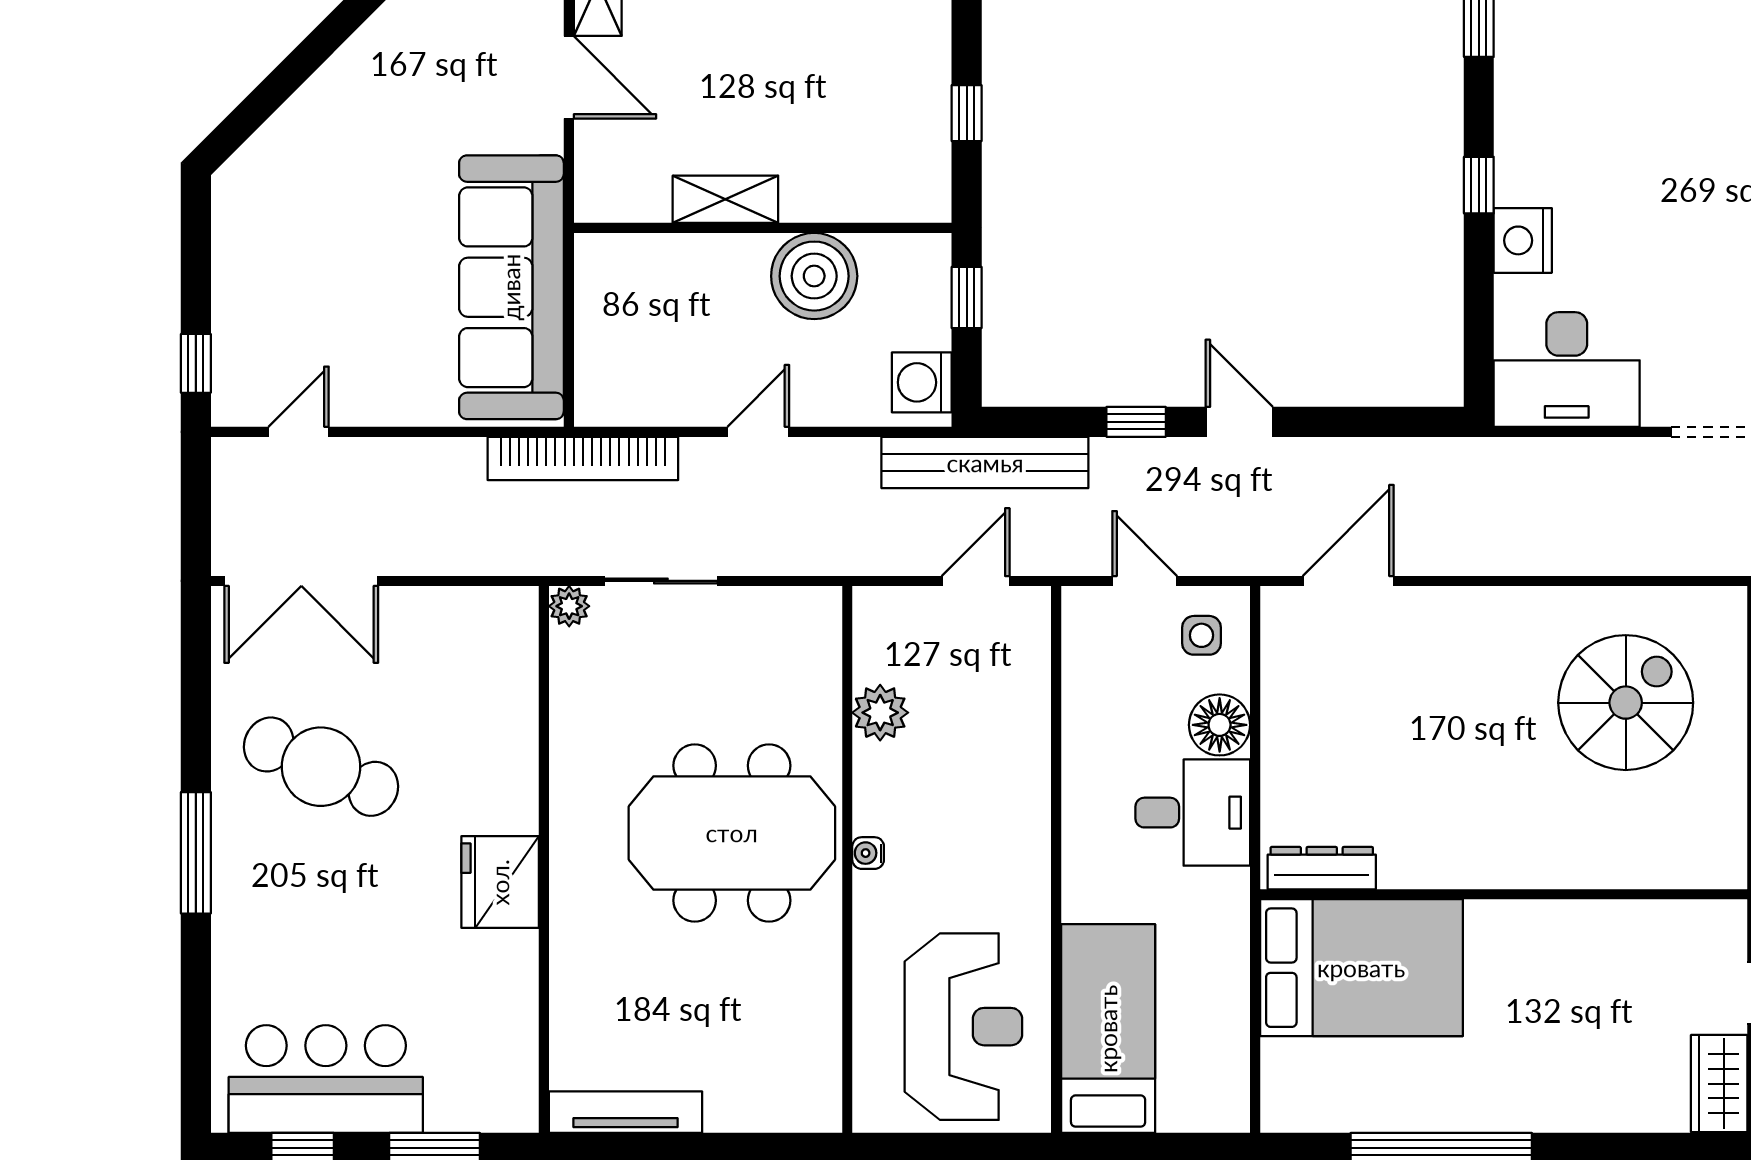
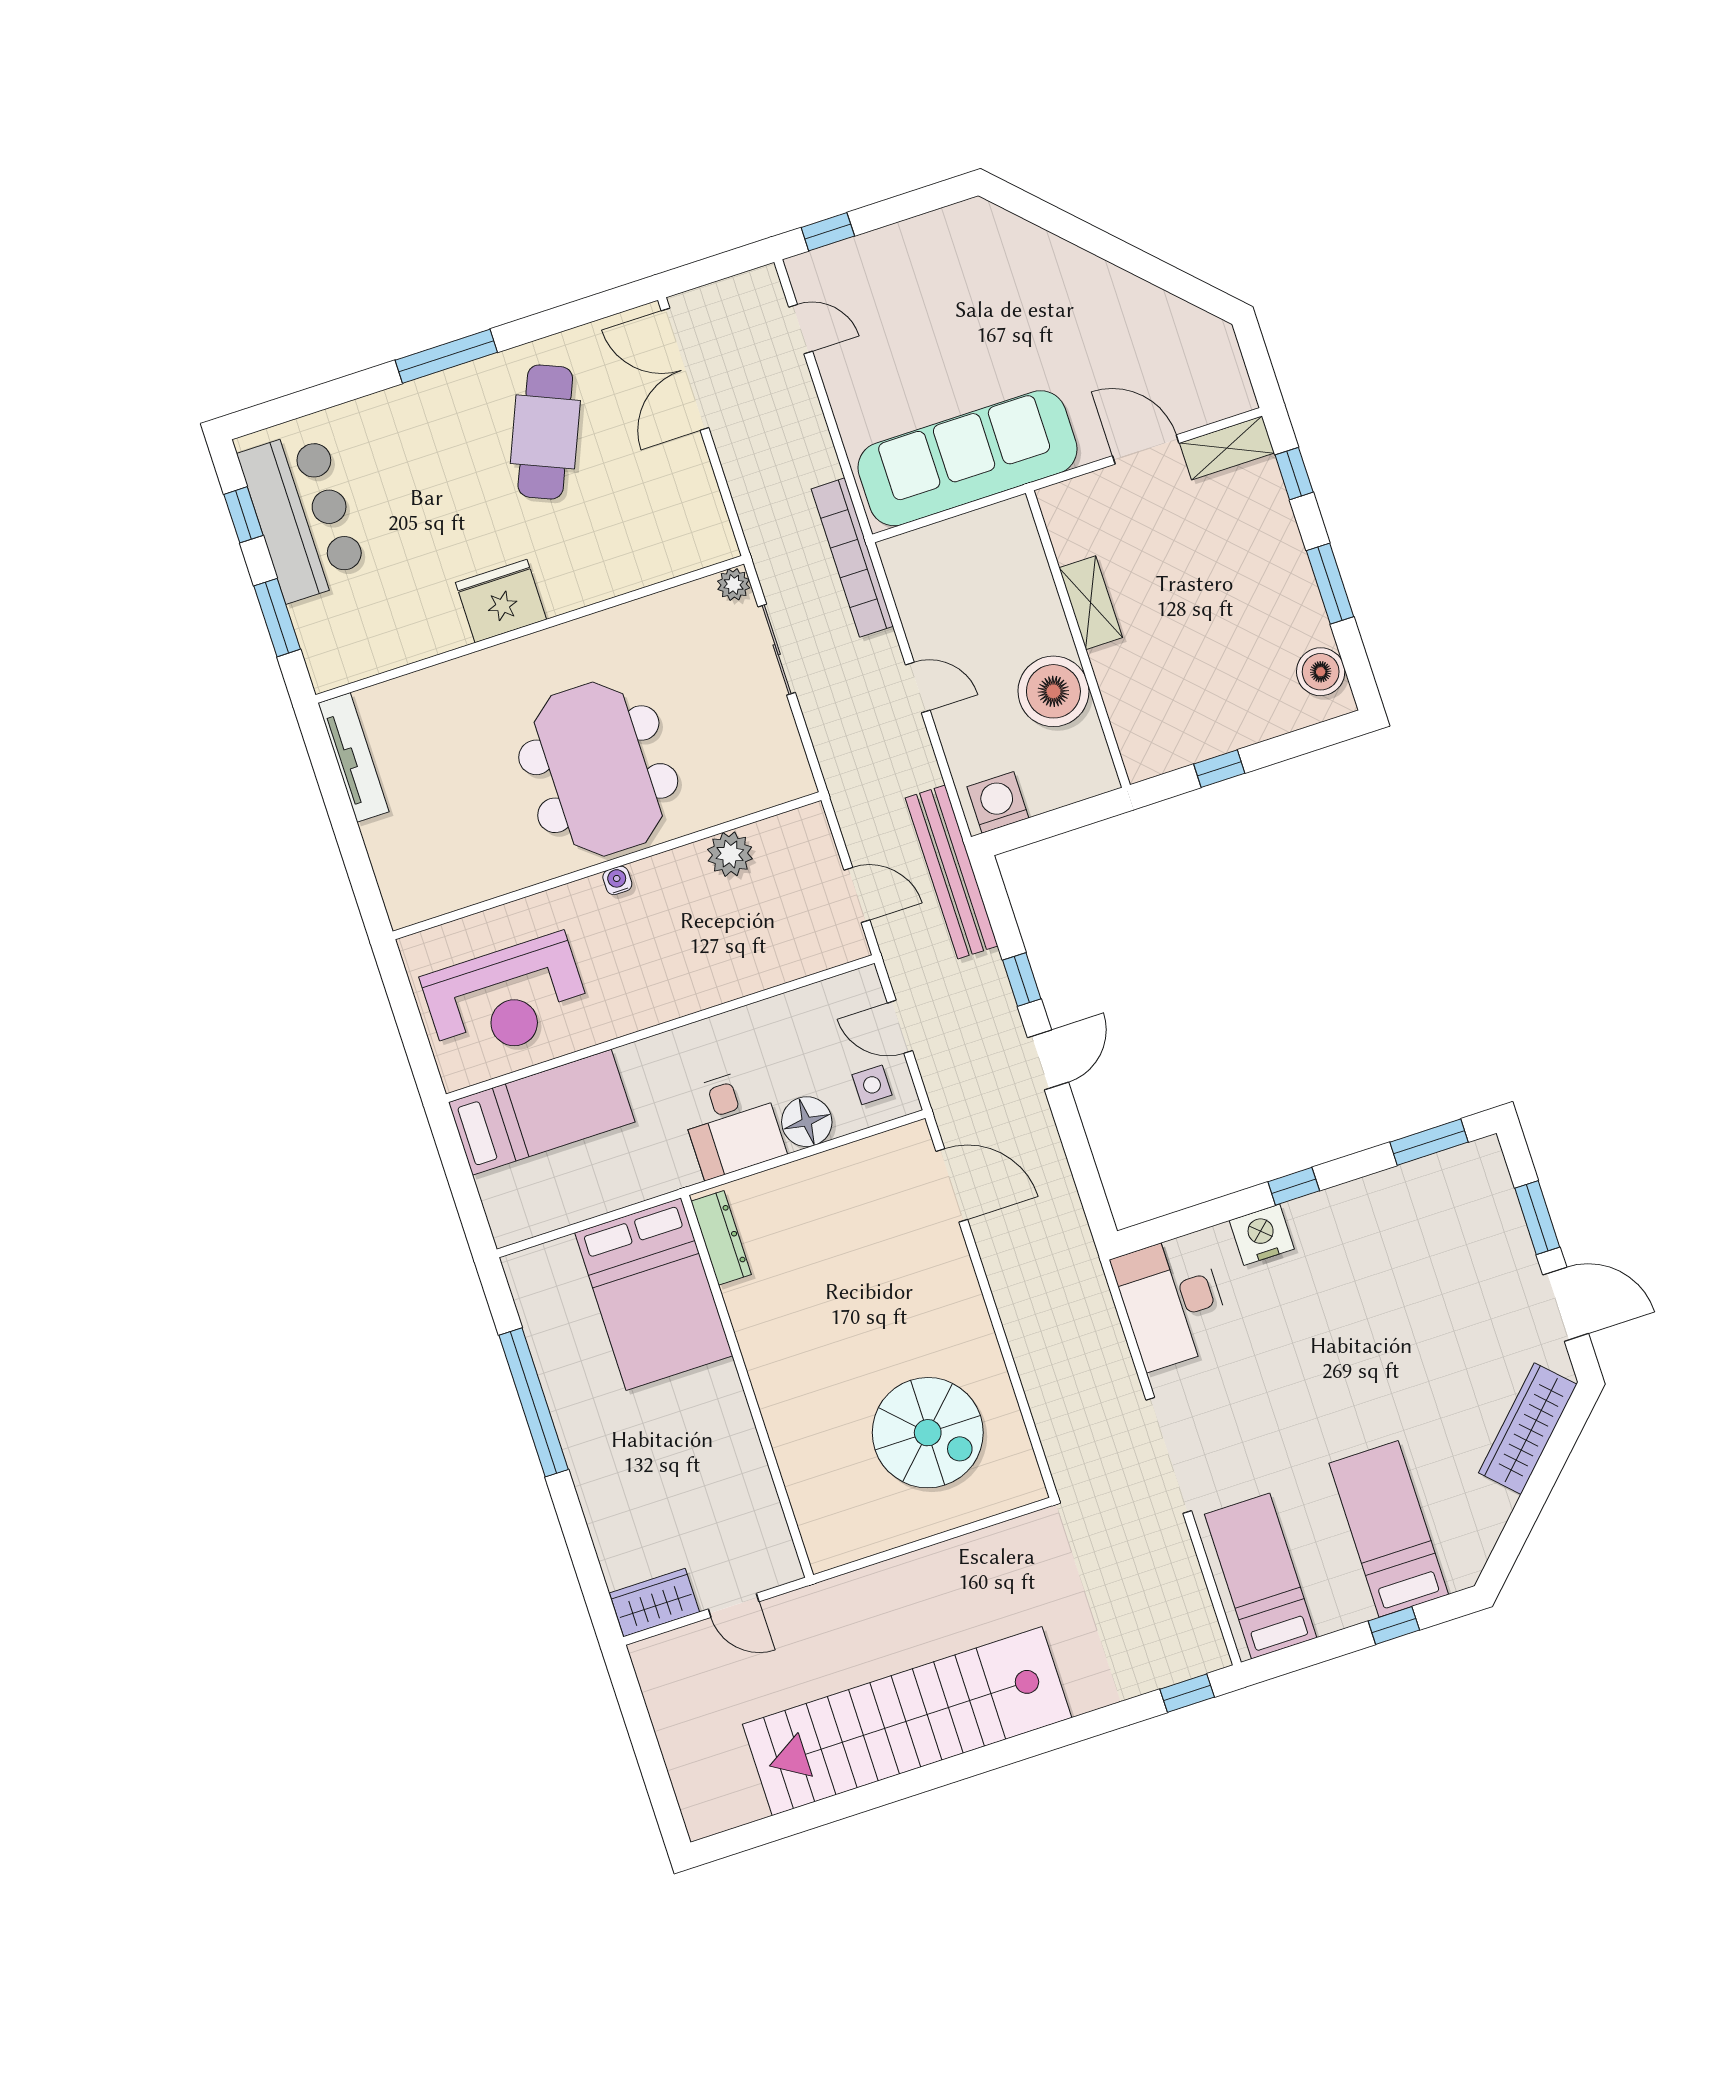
door: (569, 77) -> (1146, 449), swing flipped
window: (967, 298) -> (1076, 816), removed
door: (1145, 581) -> (900, 1027), swing flipped

